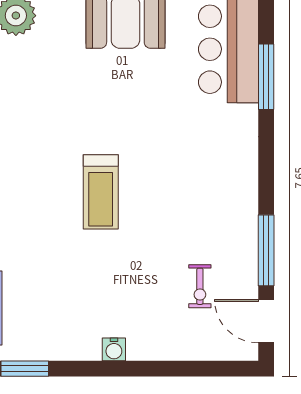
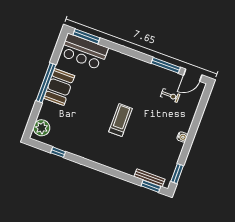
window: (266, 77) -> (86, 36), moved
treadmill: (101, 192) -> (120, 120), turned -90

